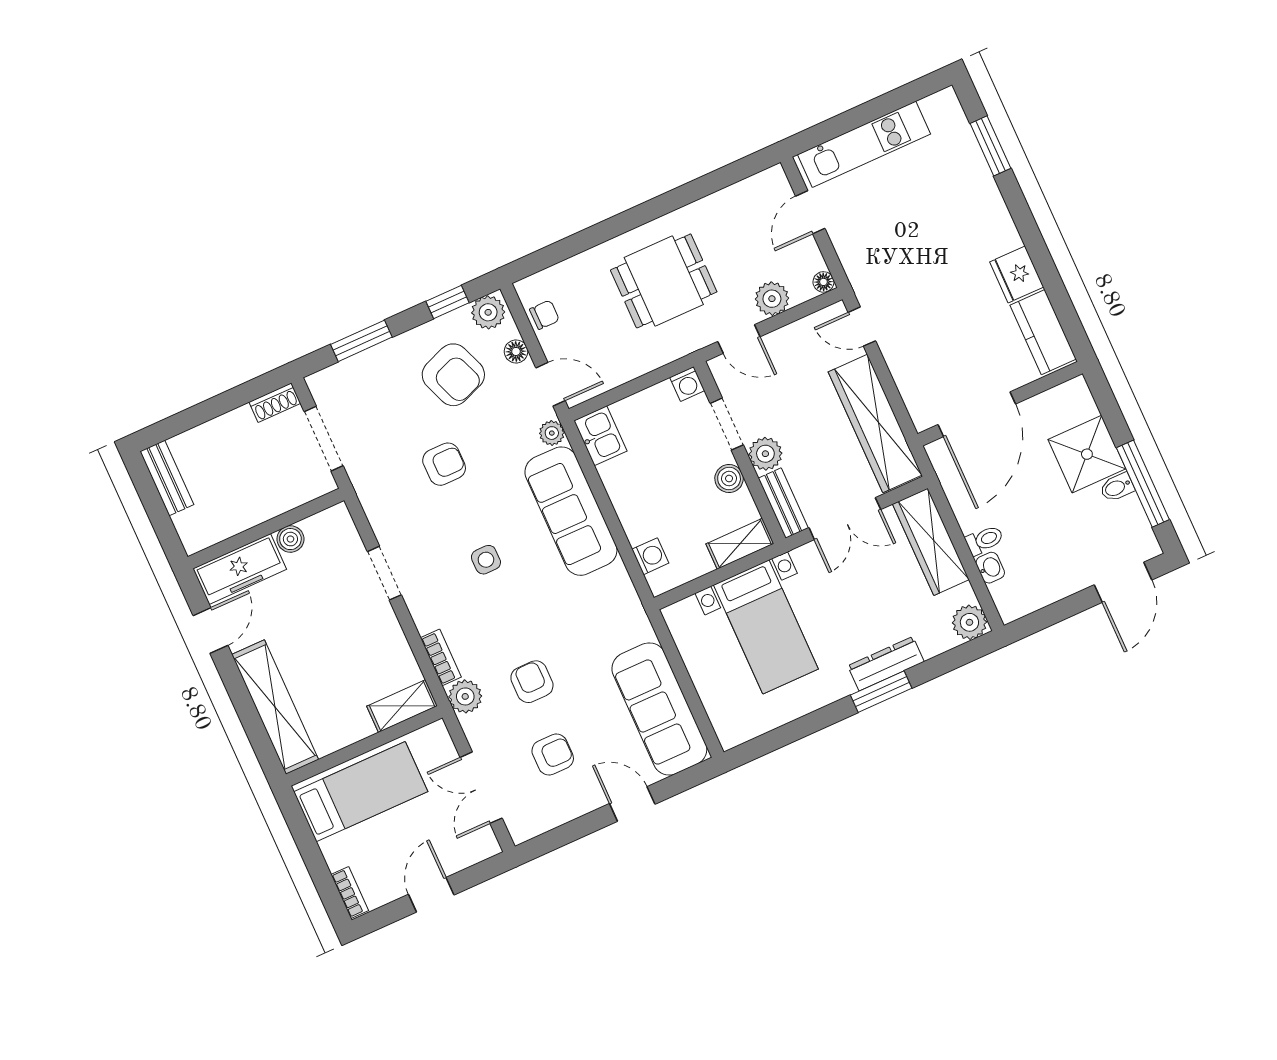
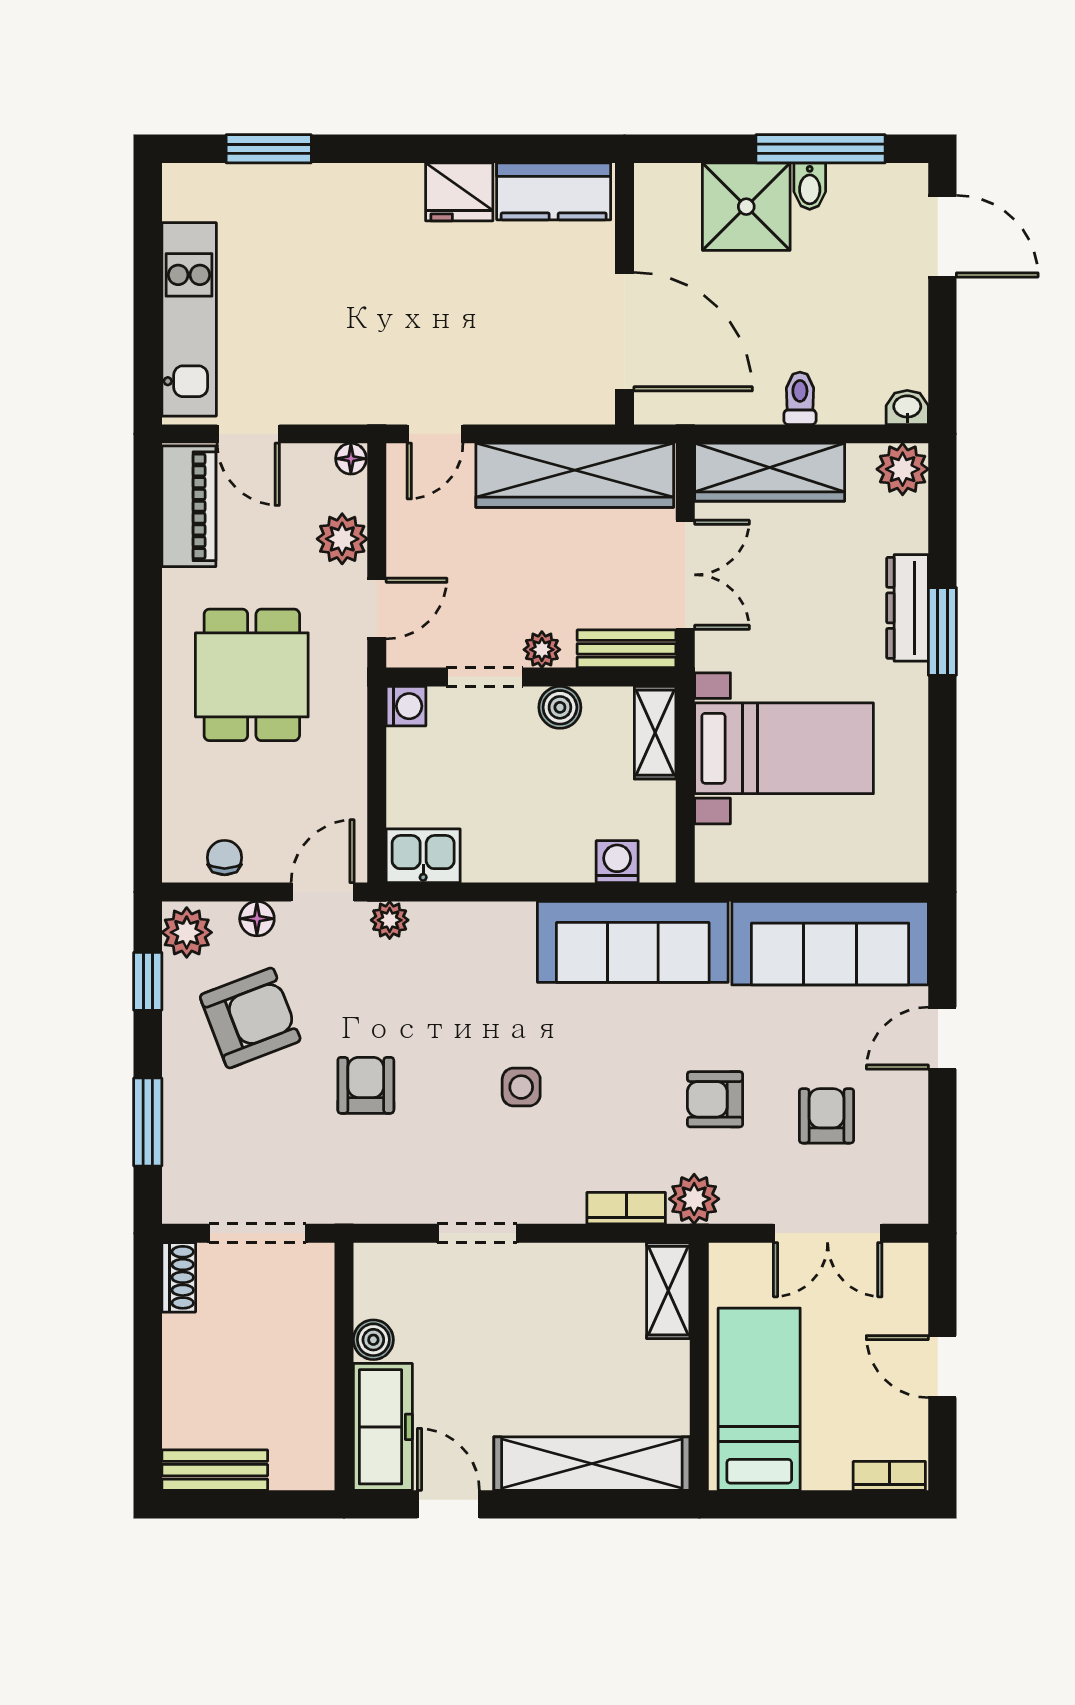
piano: (750, 196) -> (189, 506), added
plant: (765, 454) -> (542, 650), width x0.73, depth x0.73
sofa: (571, 511) -> (633, 942), moved
washbasin: (990, 568) -> (907, 407), moved

